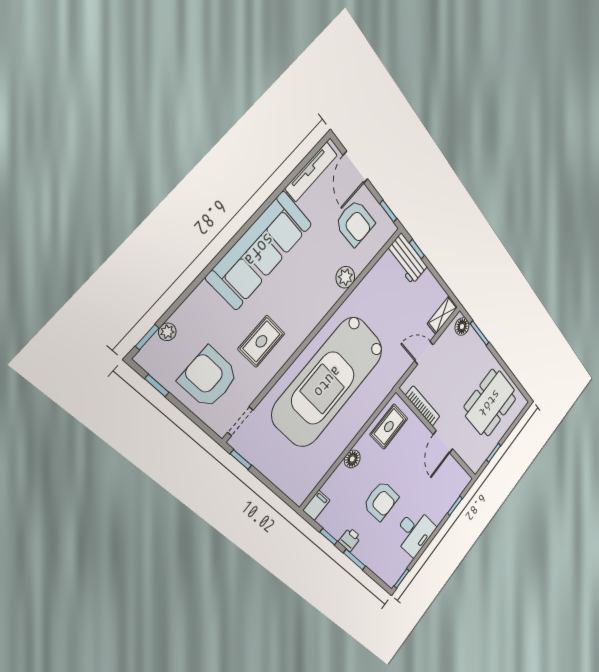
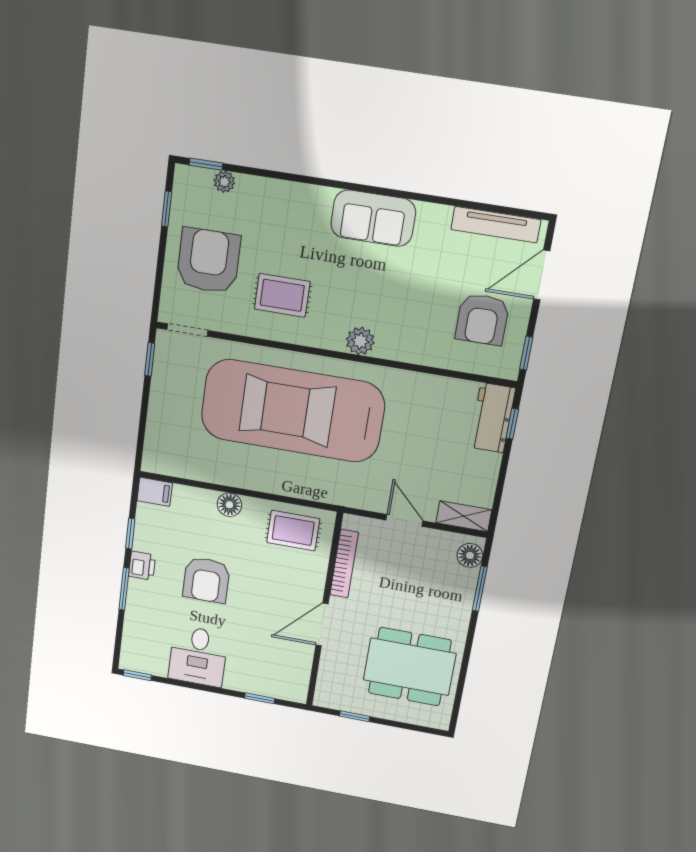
sofa: (260, 250) -> (373, 218), width x0.54, depth x0.79
plant: (345, 277) -> (360, 341), moved

